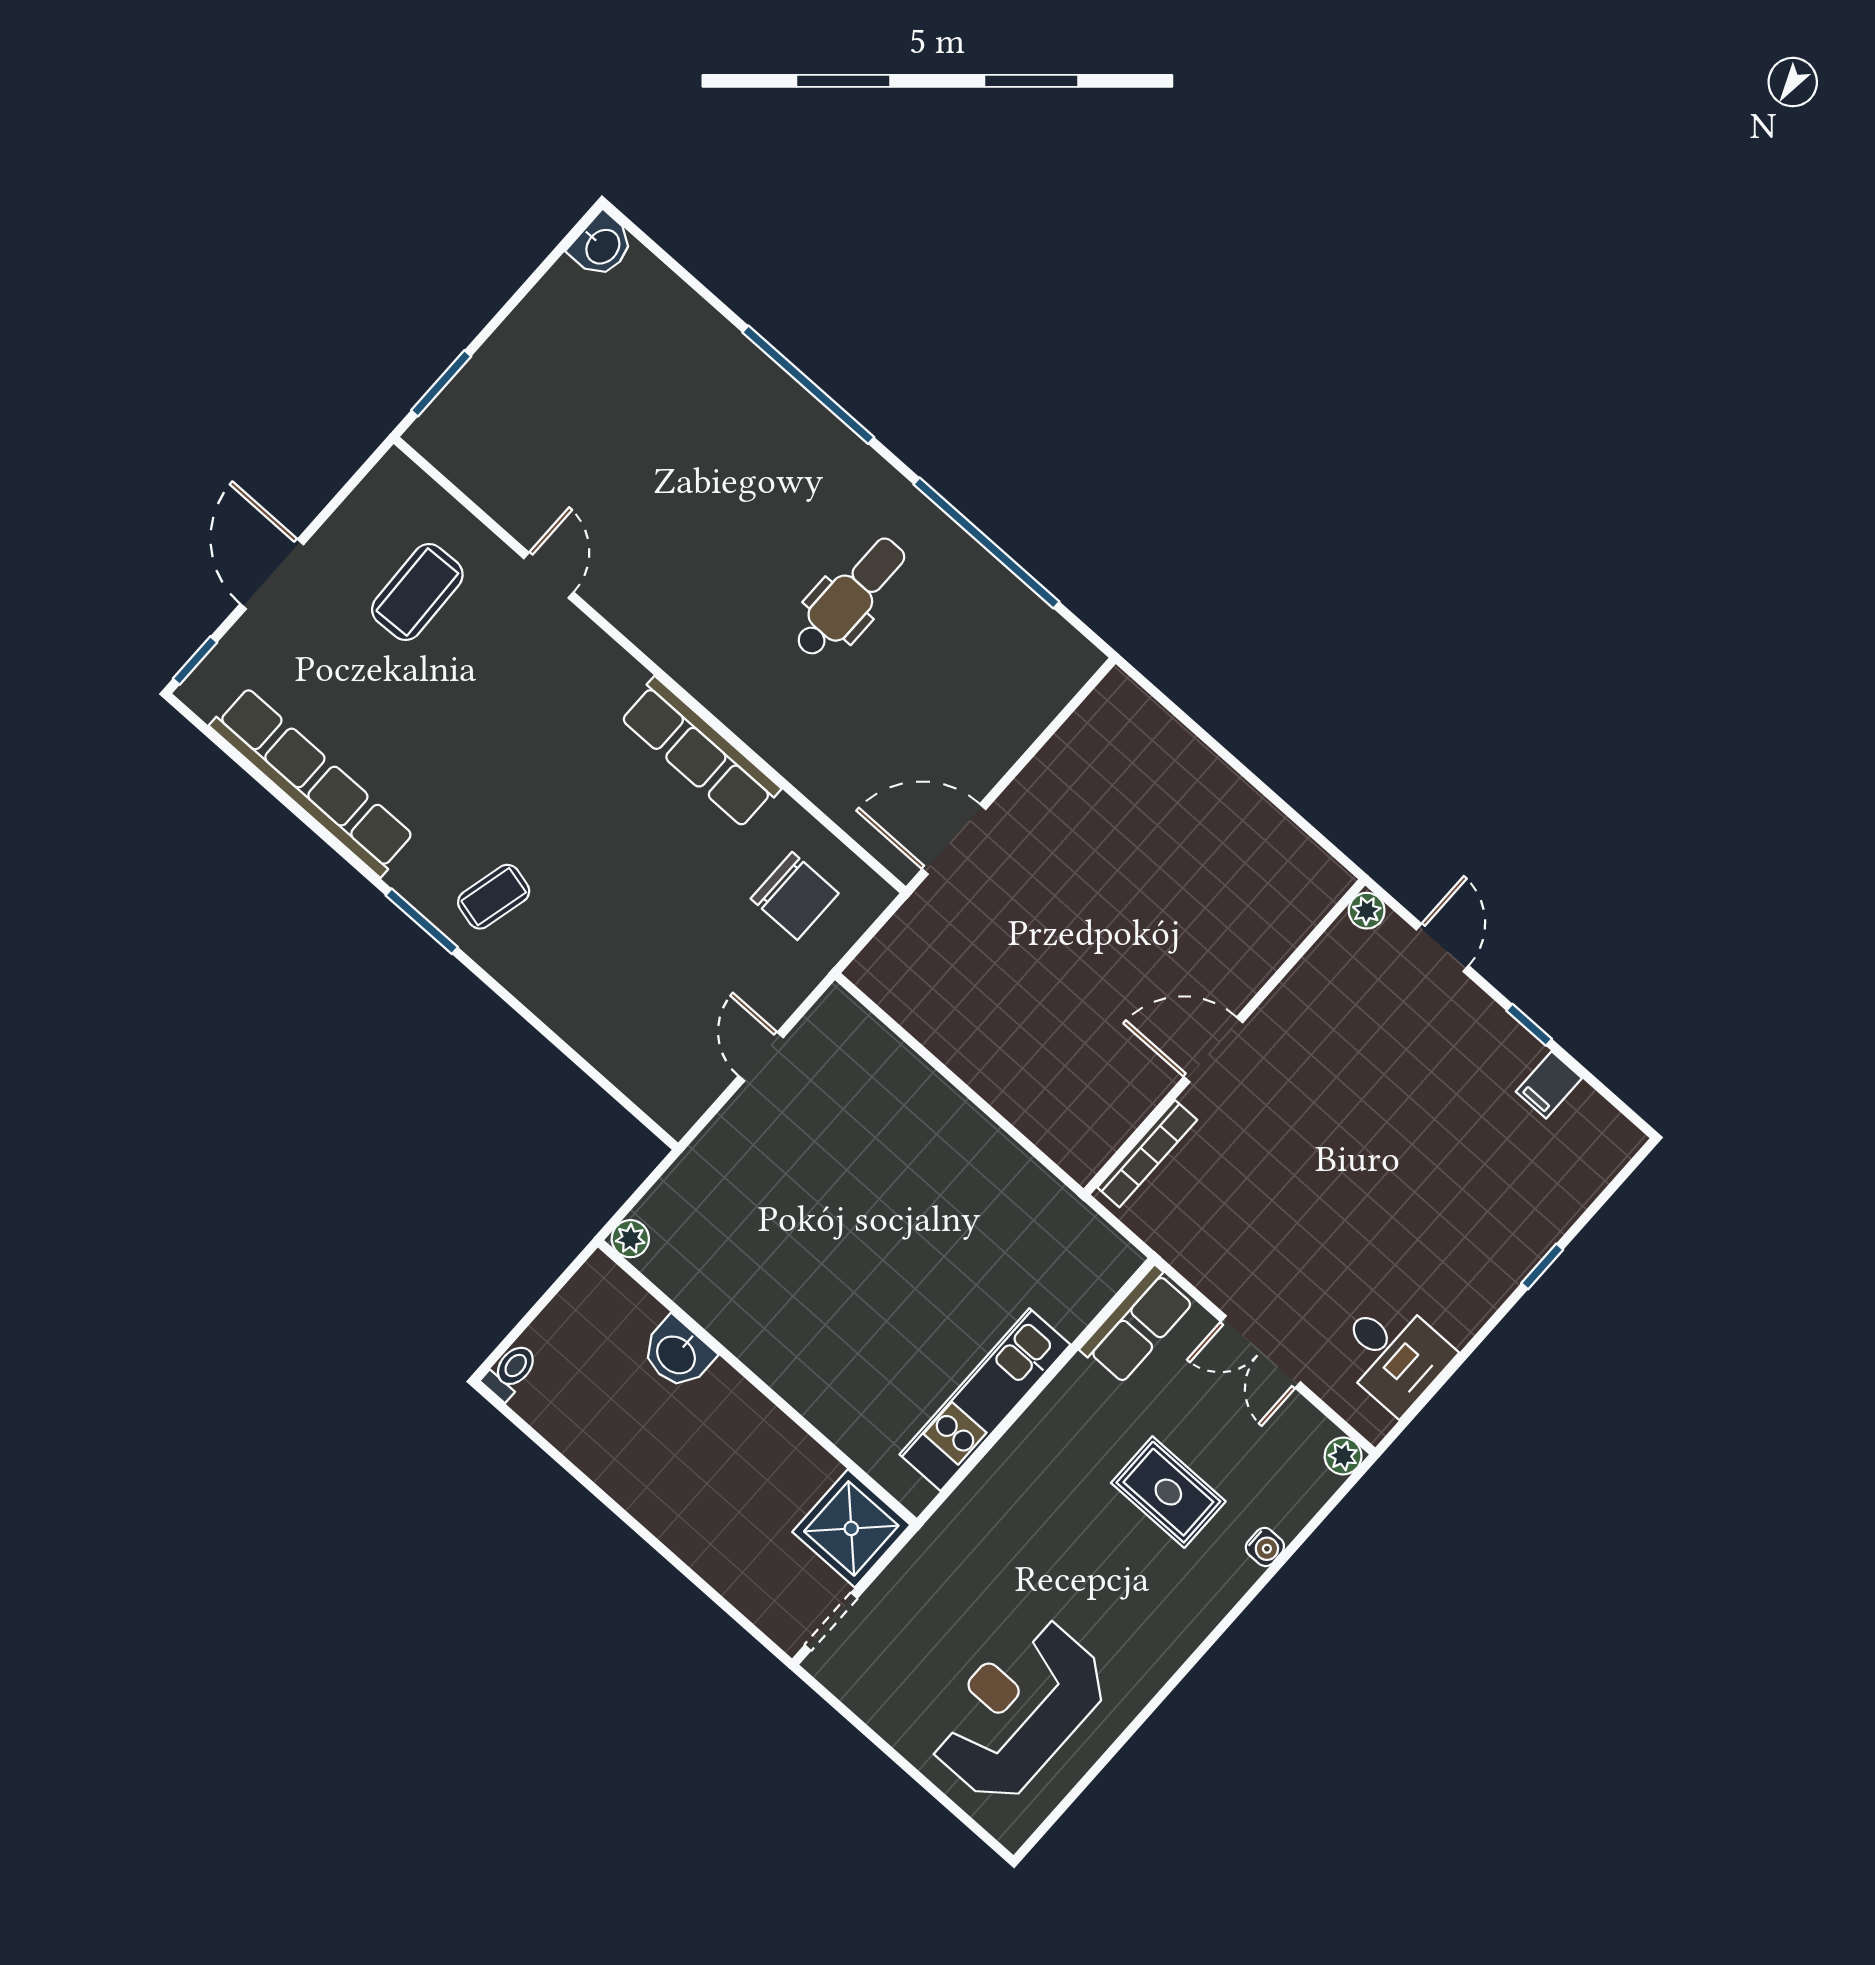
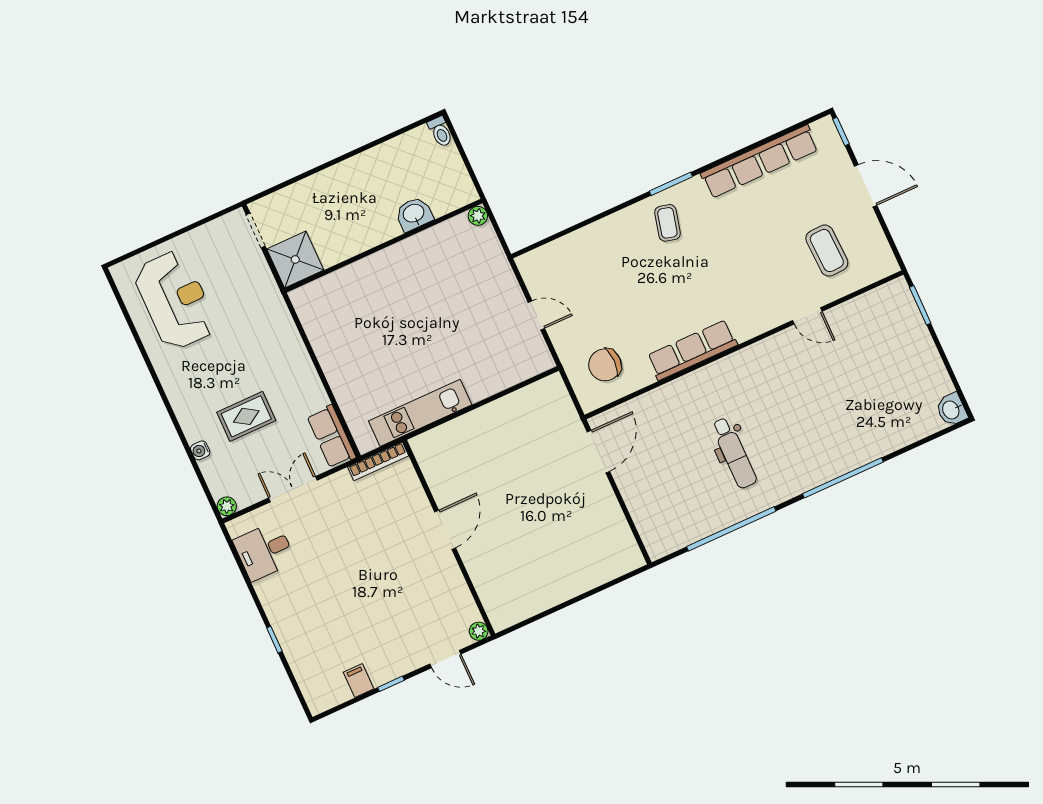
bookcase: (1147, 1154) -> (378, 461), moved, turned -90
kitchen unit: (985, 1400) -> (420, 413), moved, turned -90

